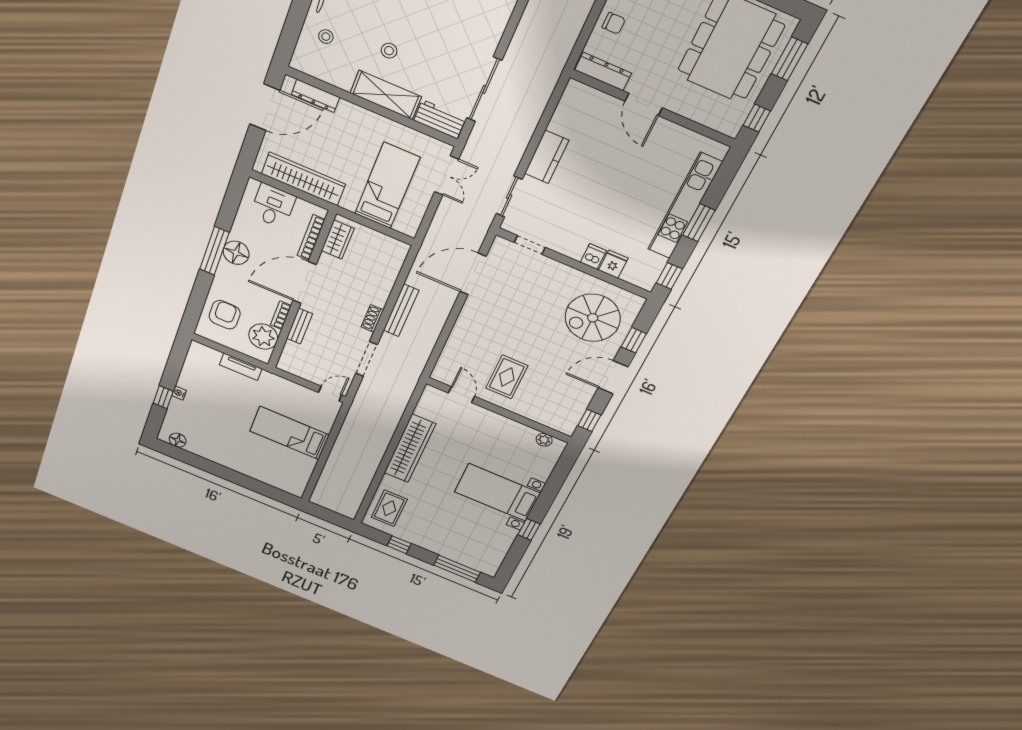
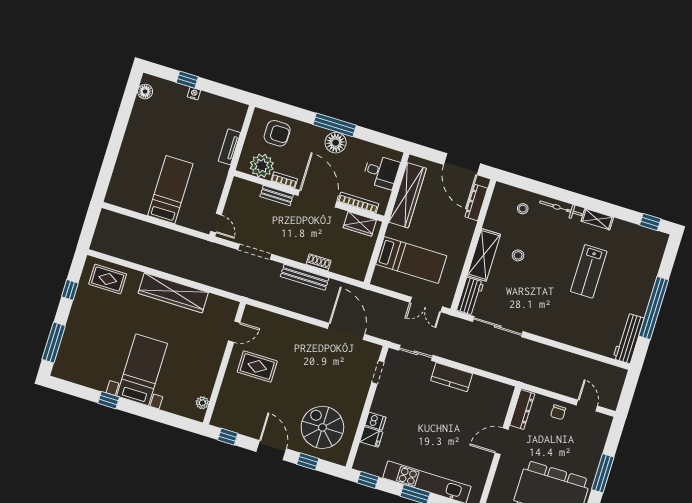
shoe rack: (372, 318) -> (319, 262), moved

